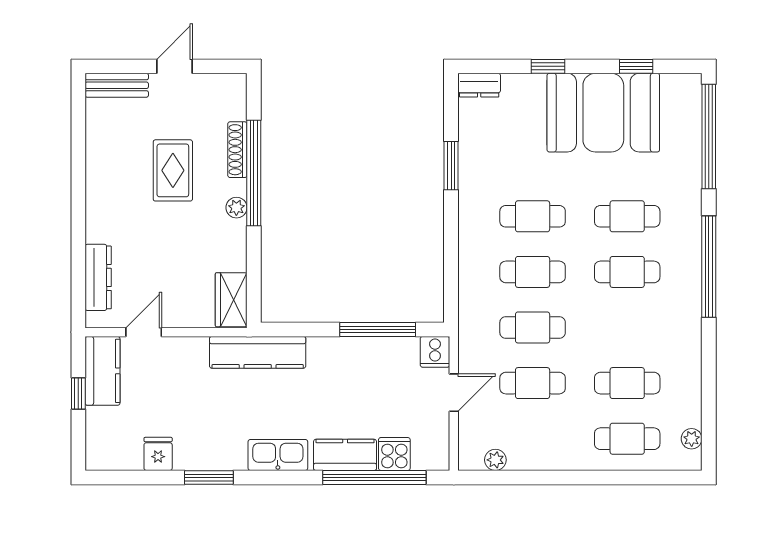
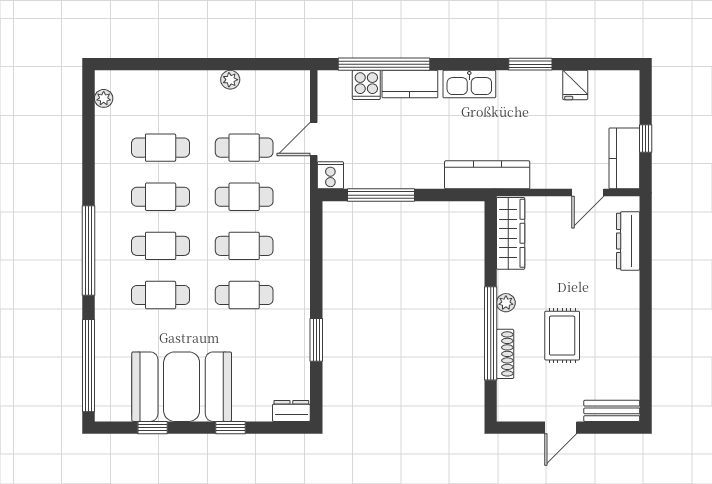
wardrobe: (231, 300) -> (511, 233), width x1.50
cafe table: (627, 439) -> (161, 197), moved
plant: (495, 460) -> (230, 80), moved

